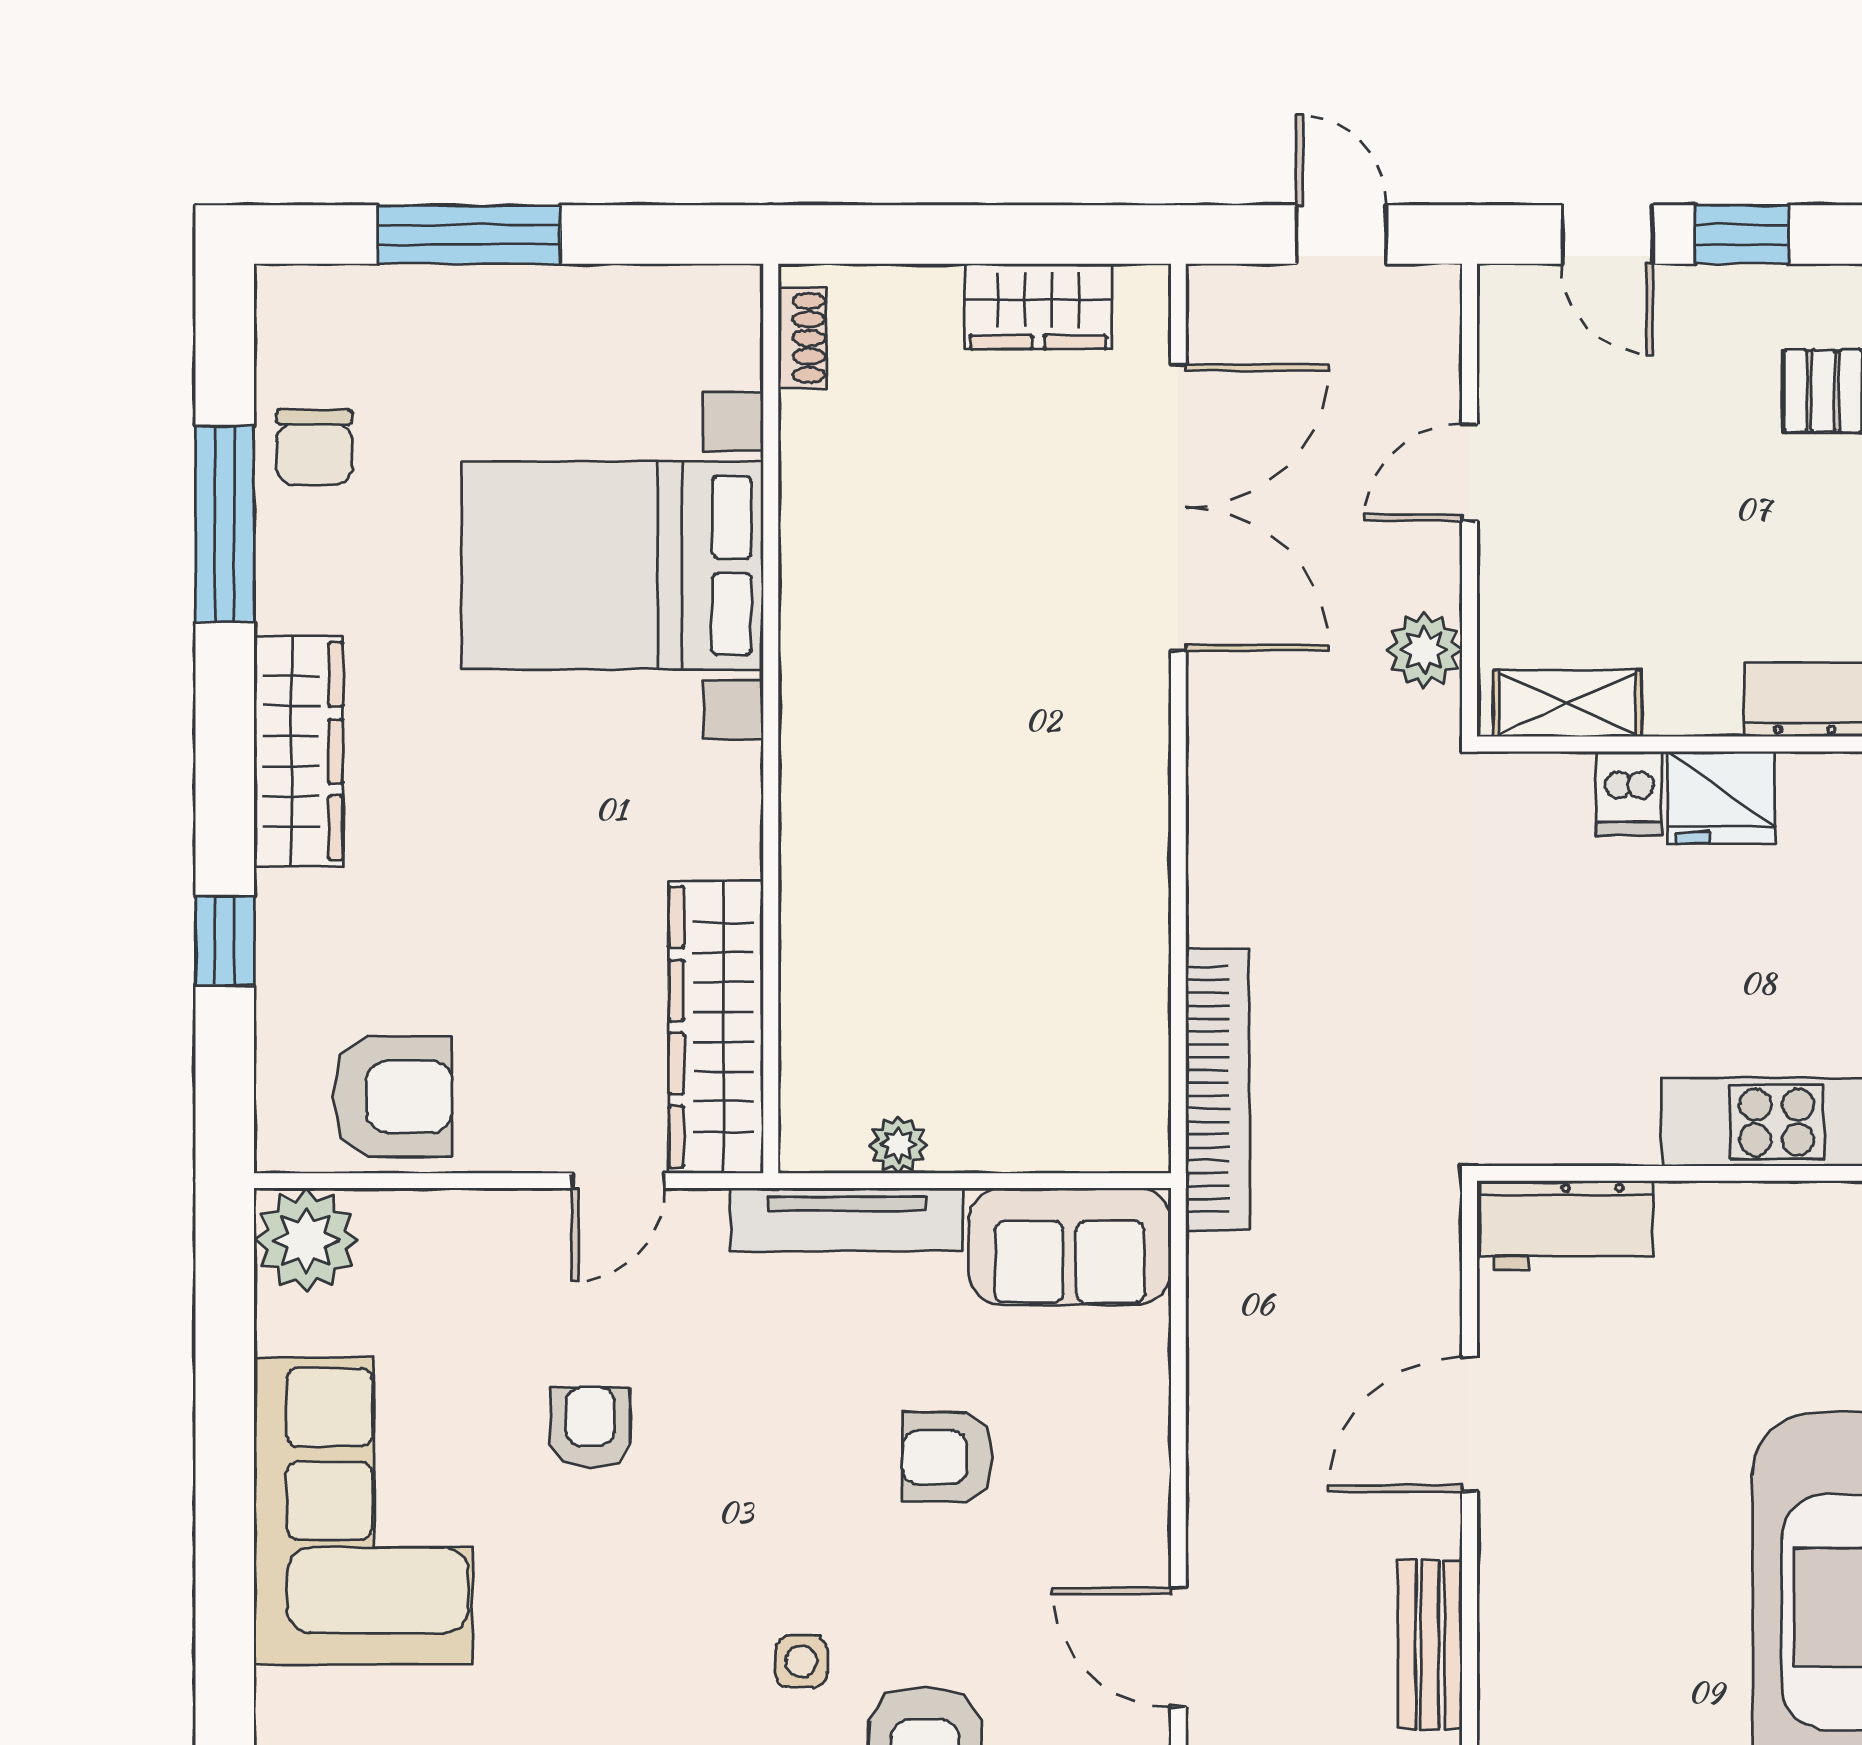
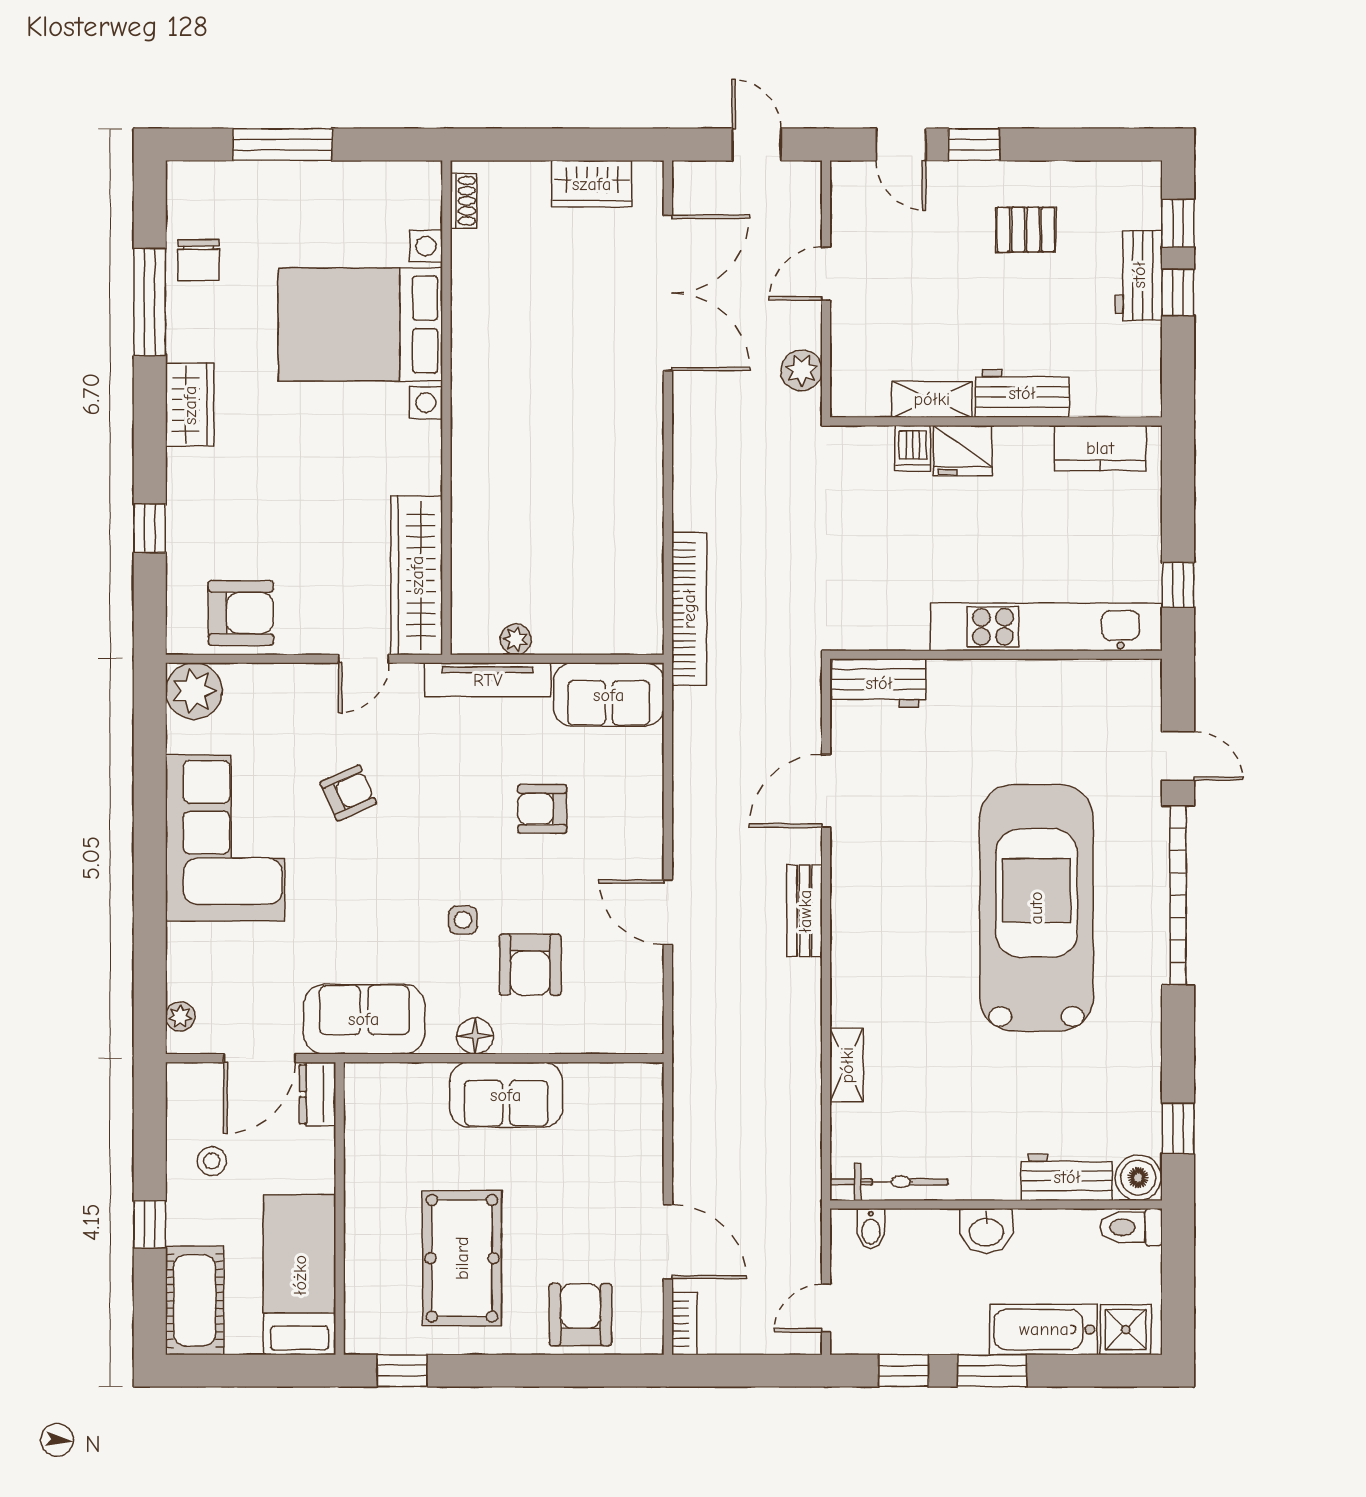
shelving: (1568, 703) -> (932, 399), moved
wardrobe: (298, 751) -> (190, 405), width x0.67
armchair: (590, 1428) -> (348, 793), turned 66

